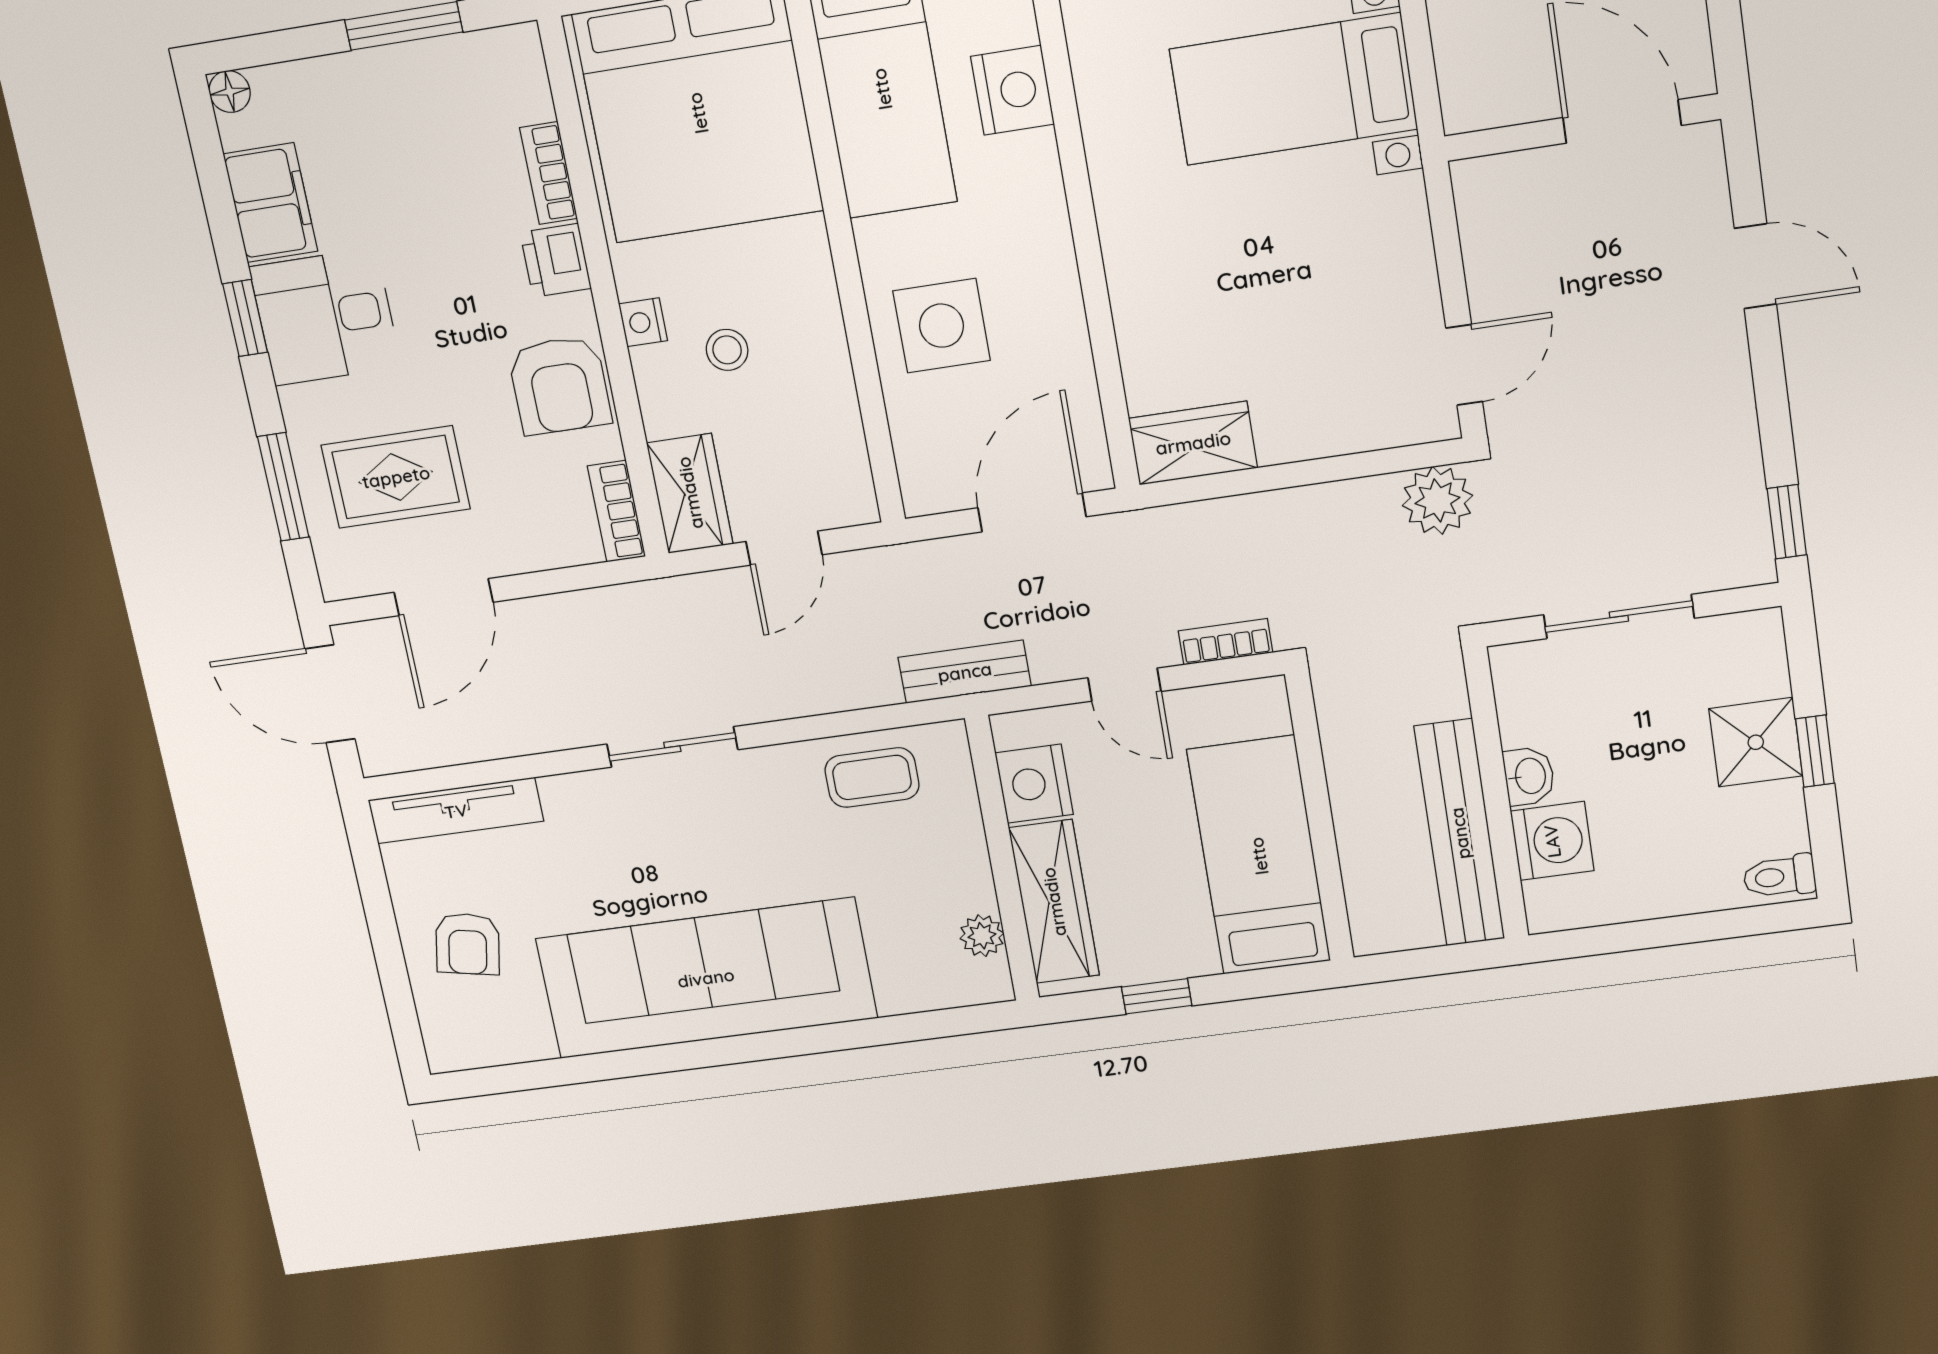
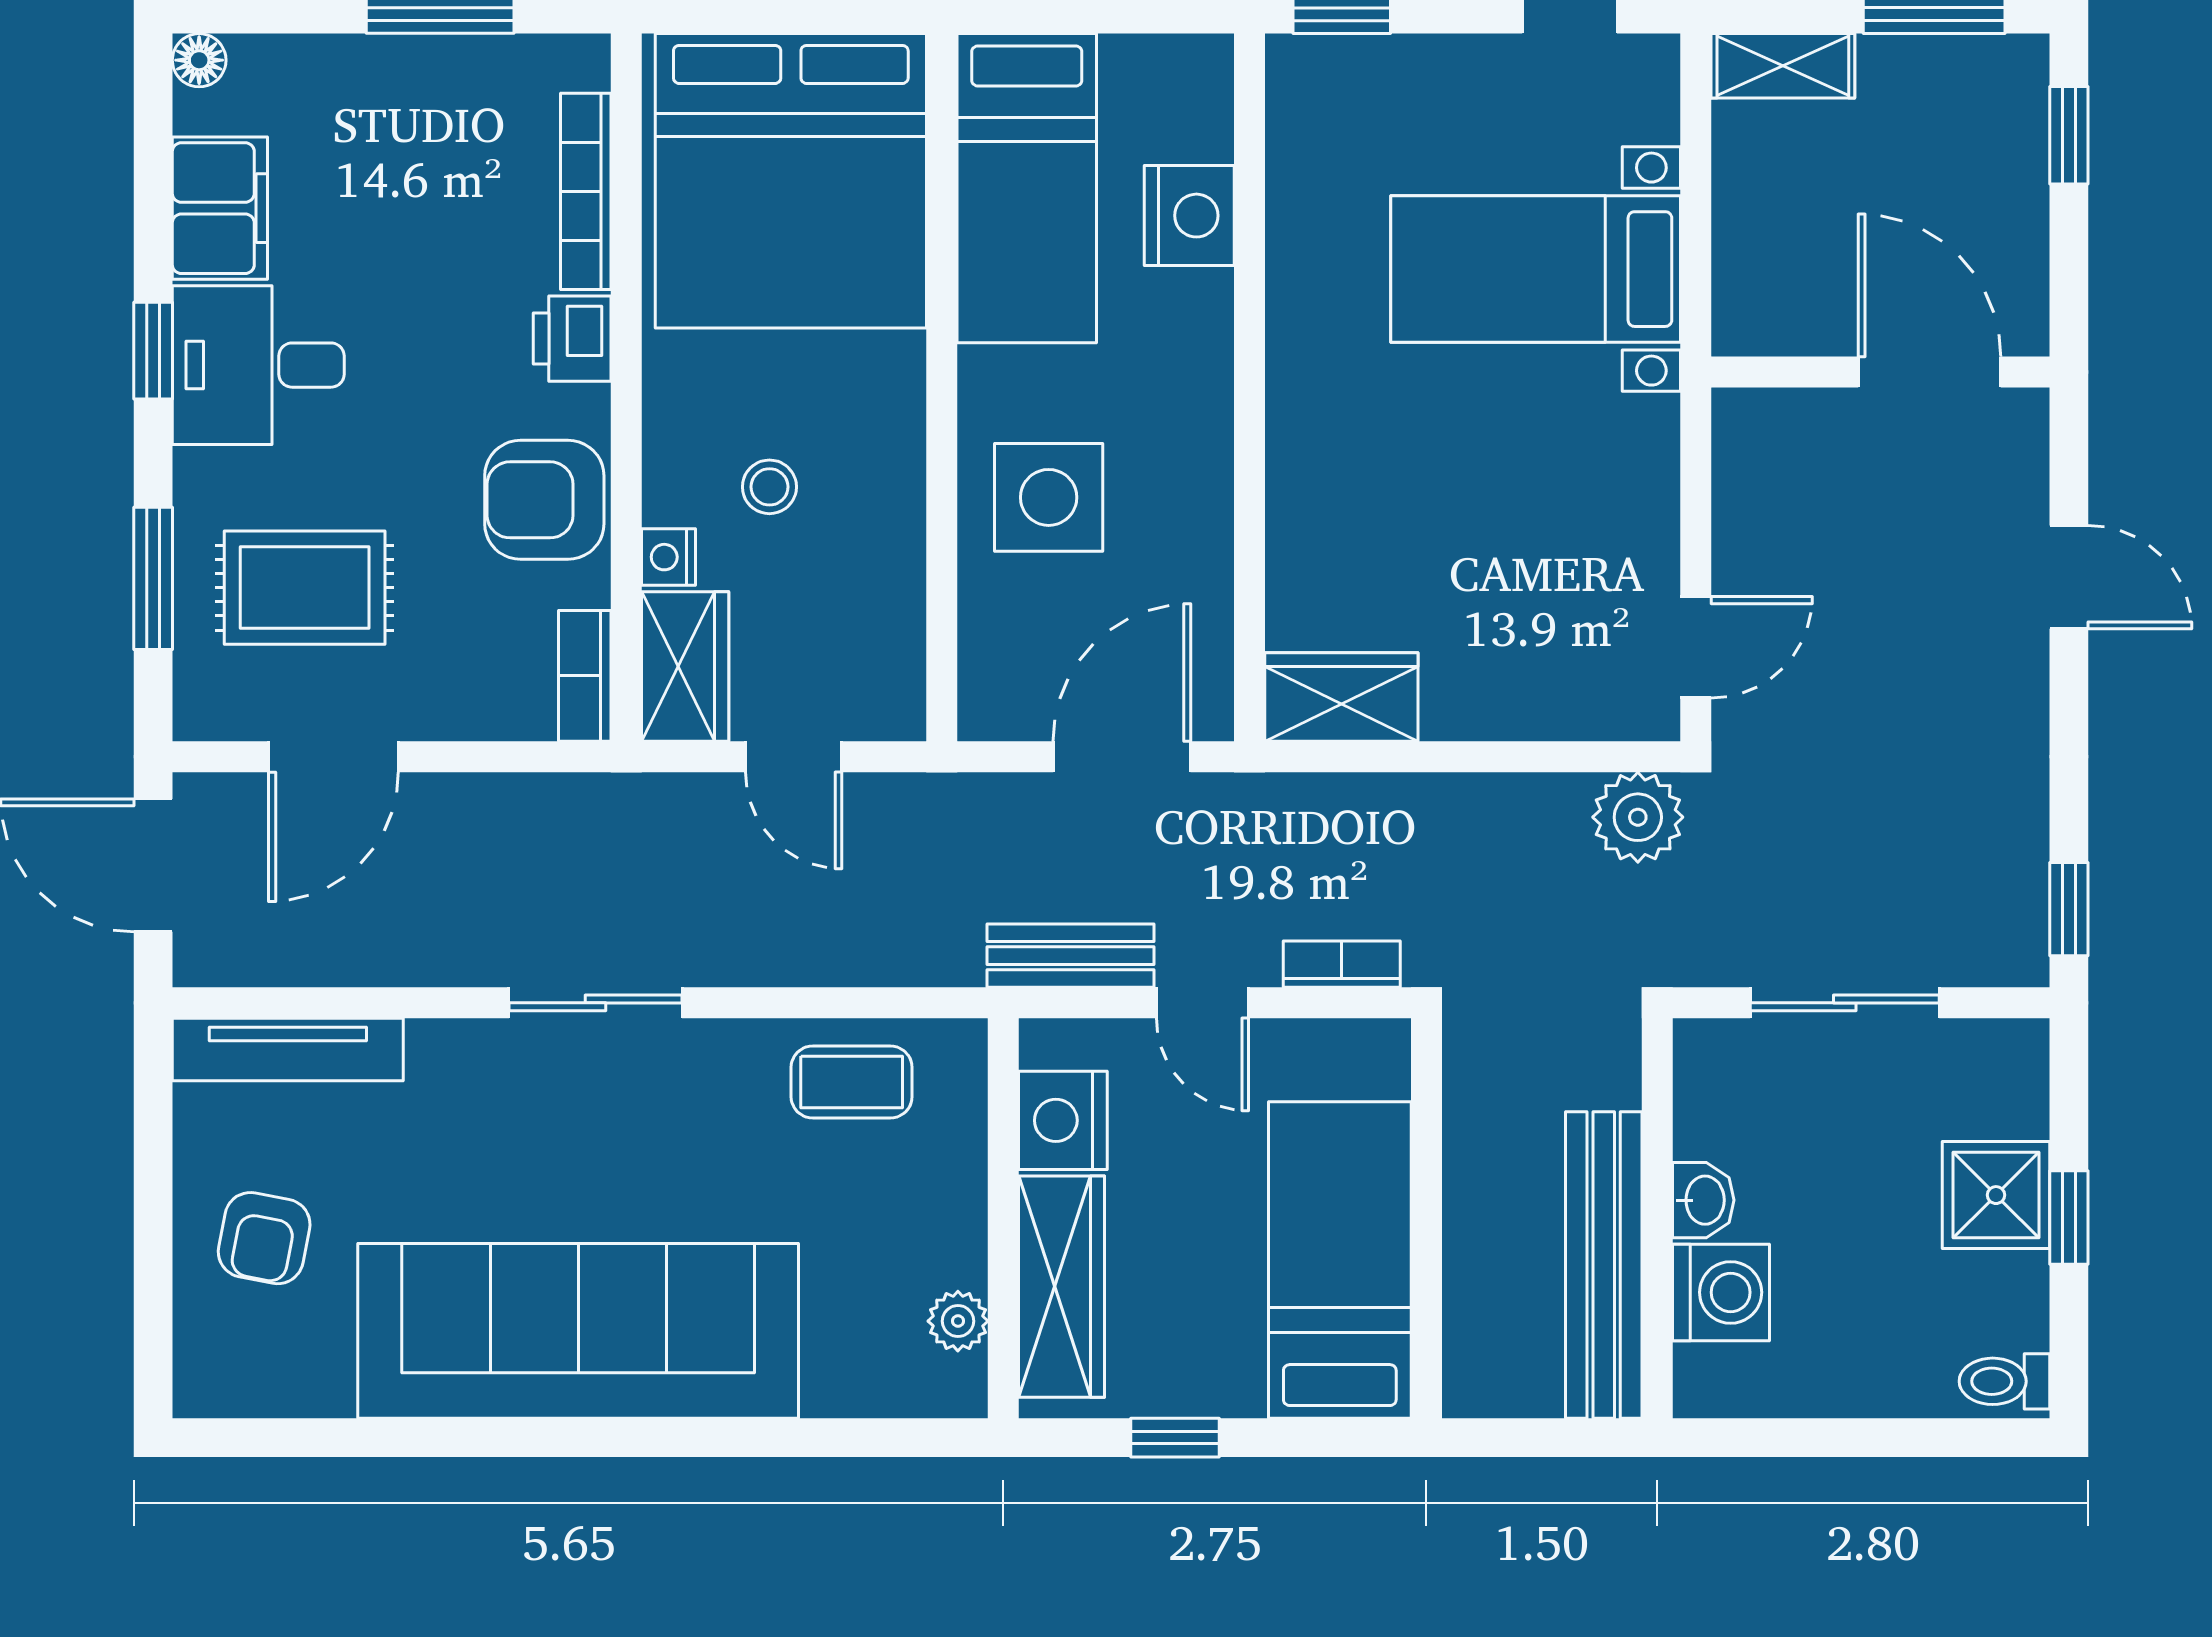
bookcase: (549, 173) -> (586, 191), width x1.56
nightstand: (643, 322) -> (669, 557), moved
armchair: (560, 385) -> (544, 500), turned 90
door: (784, 548) -> (794, 757), hinge flipped
bench: (965, 672) -> (1071, 956), moved

